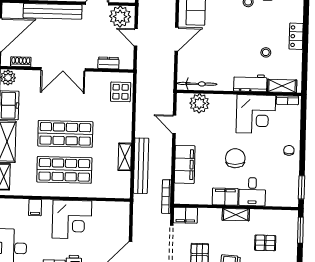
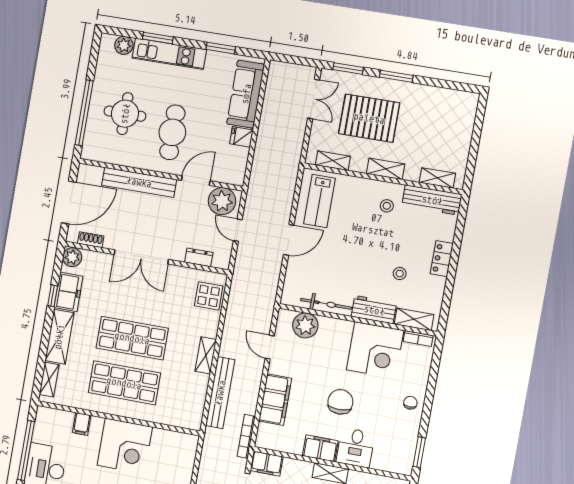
bicycle: (197, 84) -> (326, 304), moved
shelving: (125, 157) -> (206, 355), moved

